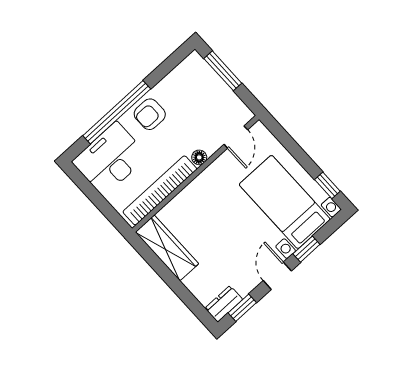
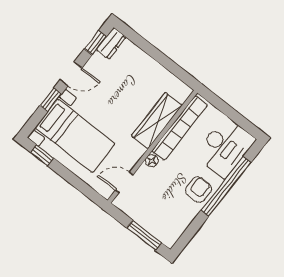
door: (236, 137) -> (124, 182), hinge flipped
wardrobe: (167, 248) -> (157, 121), moved, turned 90
door: (277, 276) -> (71, 74), hinge flipped

